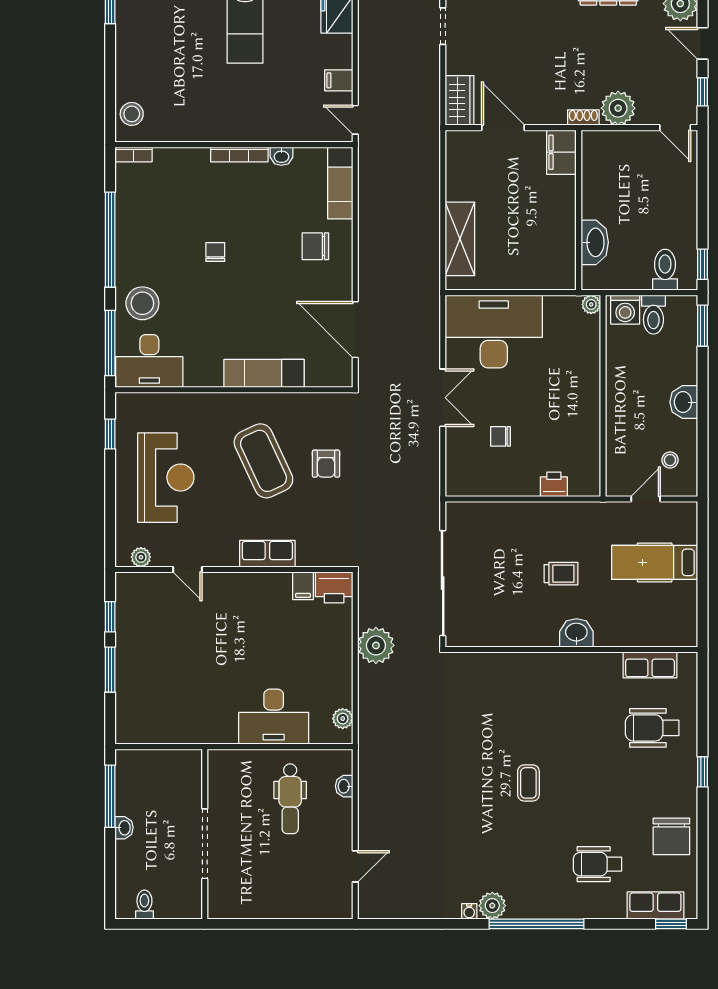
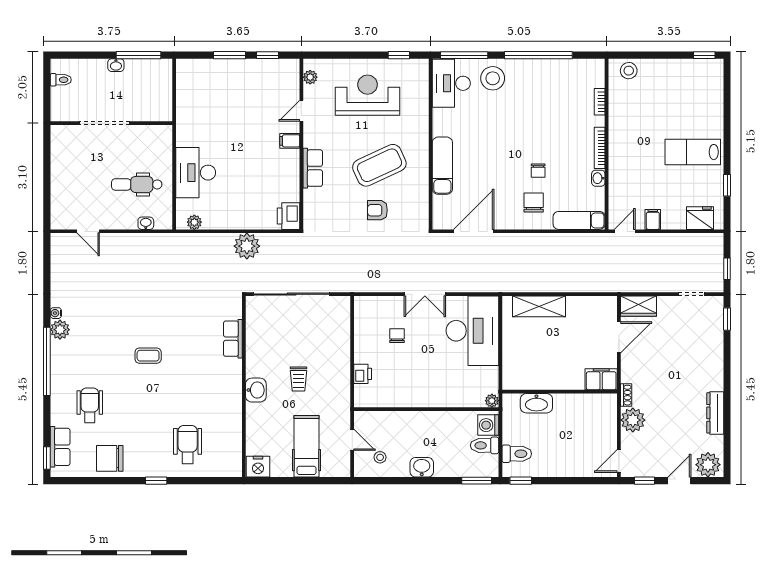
bookcase: (134, 154) -> (600, 102), moved
chair: (215, 252) -> (538, 171), moved, turned 90
reception desk: (166, 478) -> (367, 95), turned 180
filing cabinet: (303, 586) -> (290, 141), moved
nightstand: (683, 630) -> (258, 467), added
row of seats: (650, 665) -> (233, 339), moved

